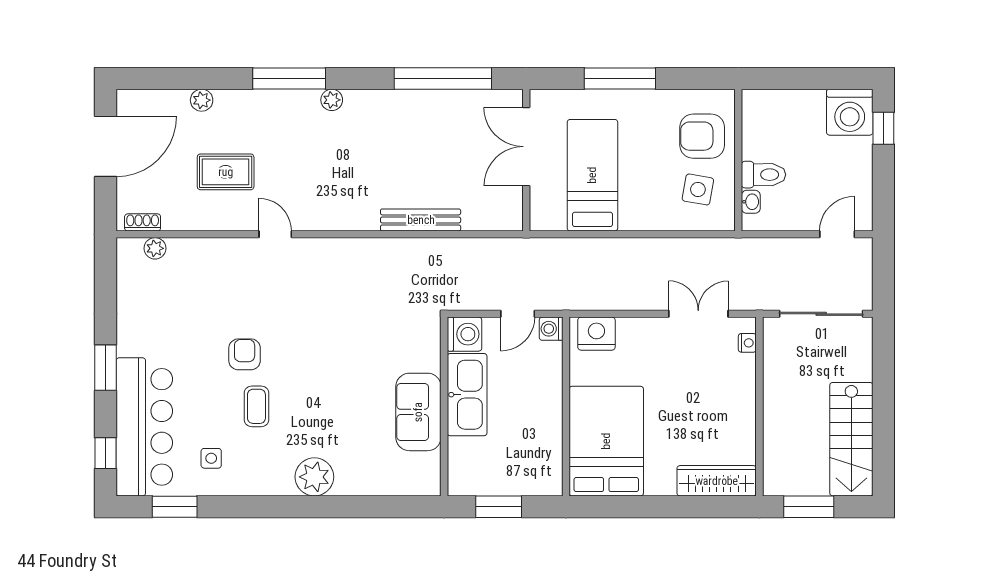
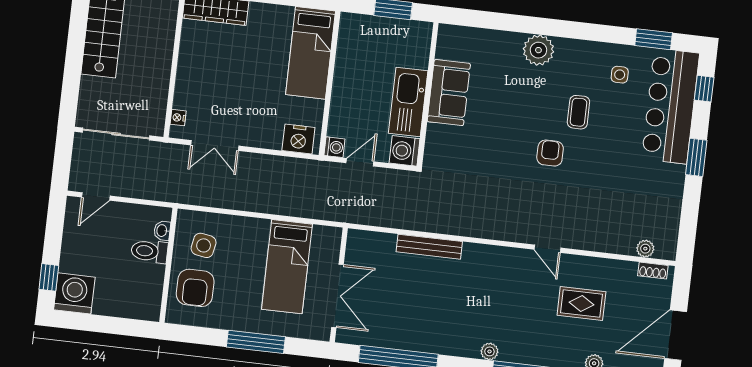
armchair: (702, 136) -> (195, 288), turned 90
armchair: (245, 354) -> (550, 153), moved, turned 180
bed: (606, 441) -> (311, 53), width x0.67

